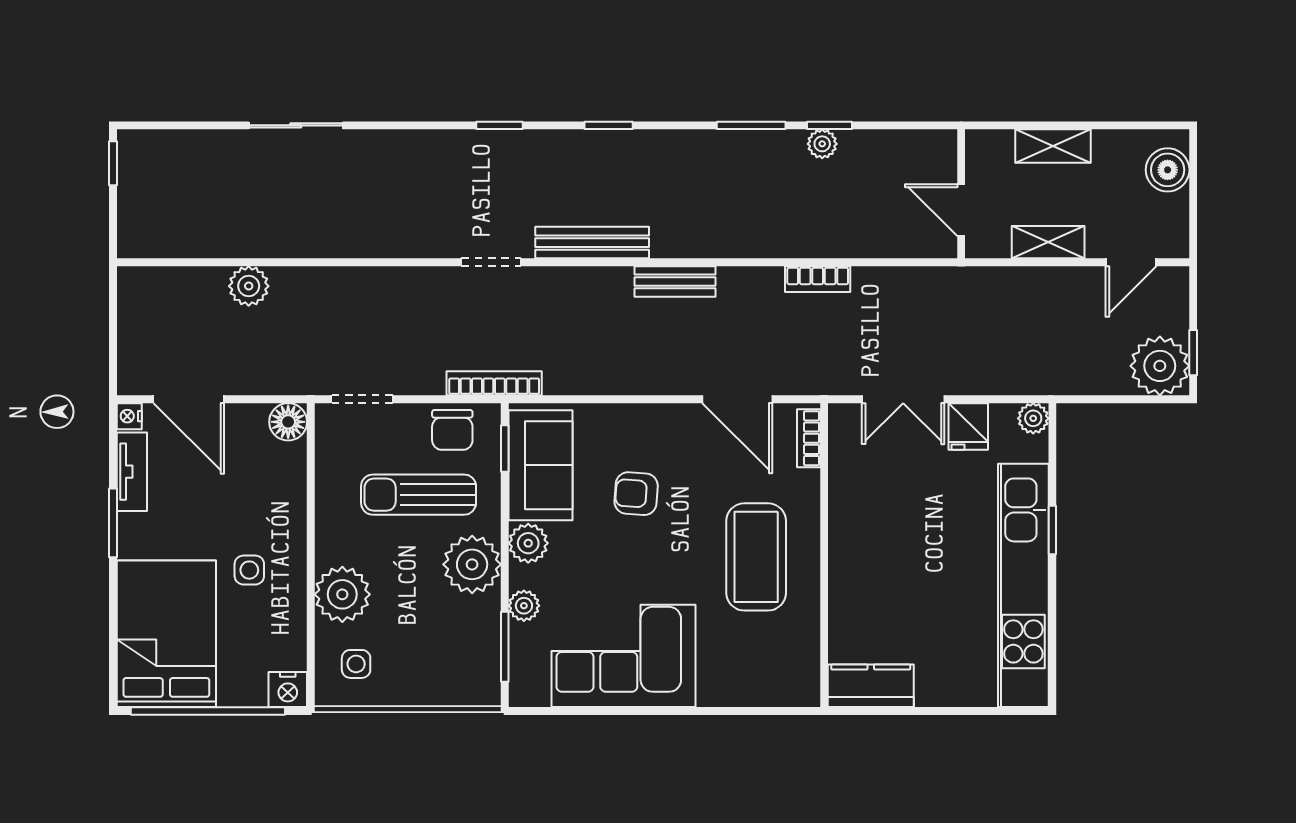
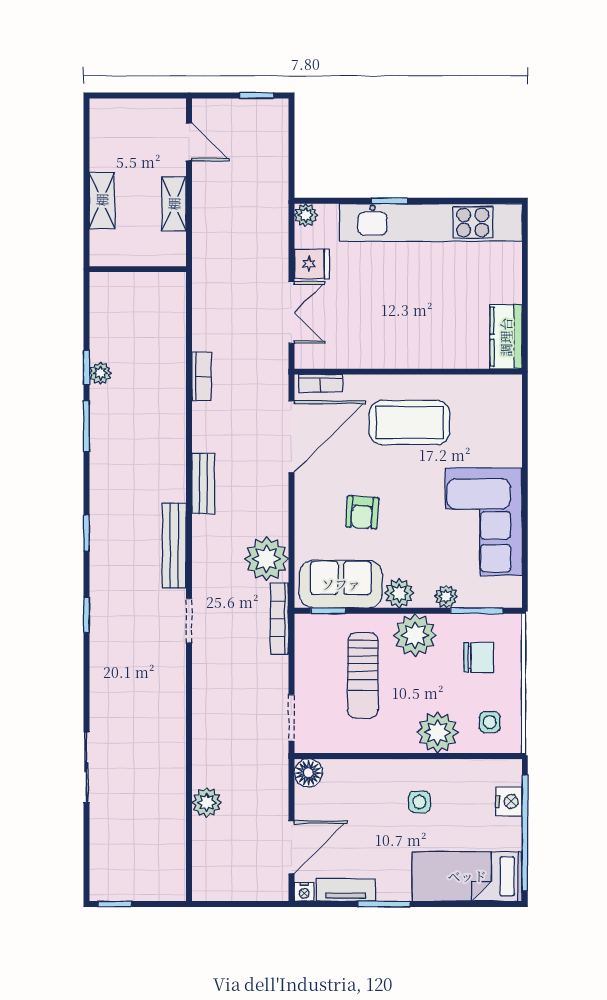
boiler: (1168, 170) -> (120, 115), removed
door: (961, 210) -> (150, 269), removed
plant: (1160, 366) -> (267, 559), moved
door: (737, 399) -> (291, 437), width x1.36
chair: (452, 430) -> (479, 657), moved
bed: (166, 634) -> (467, 876), width x0.67
nightstand: (288, 690) -> (509, 802), moved

